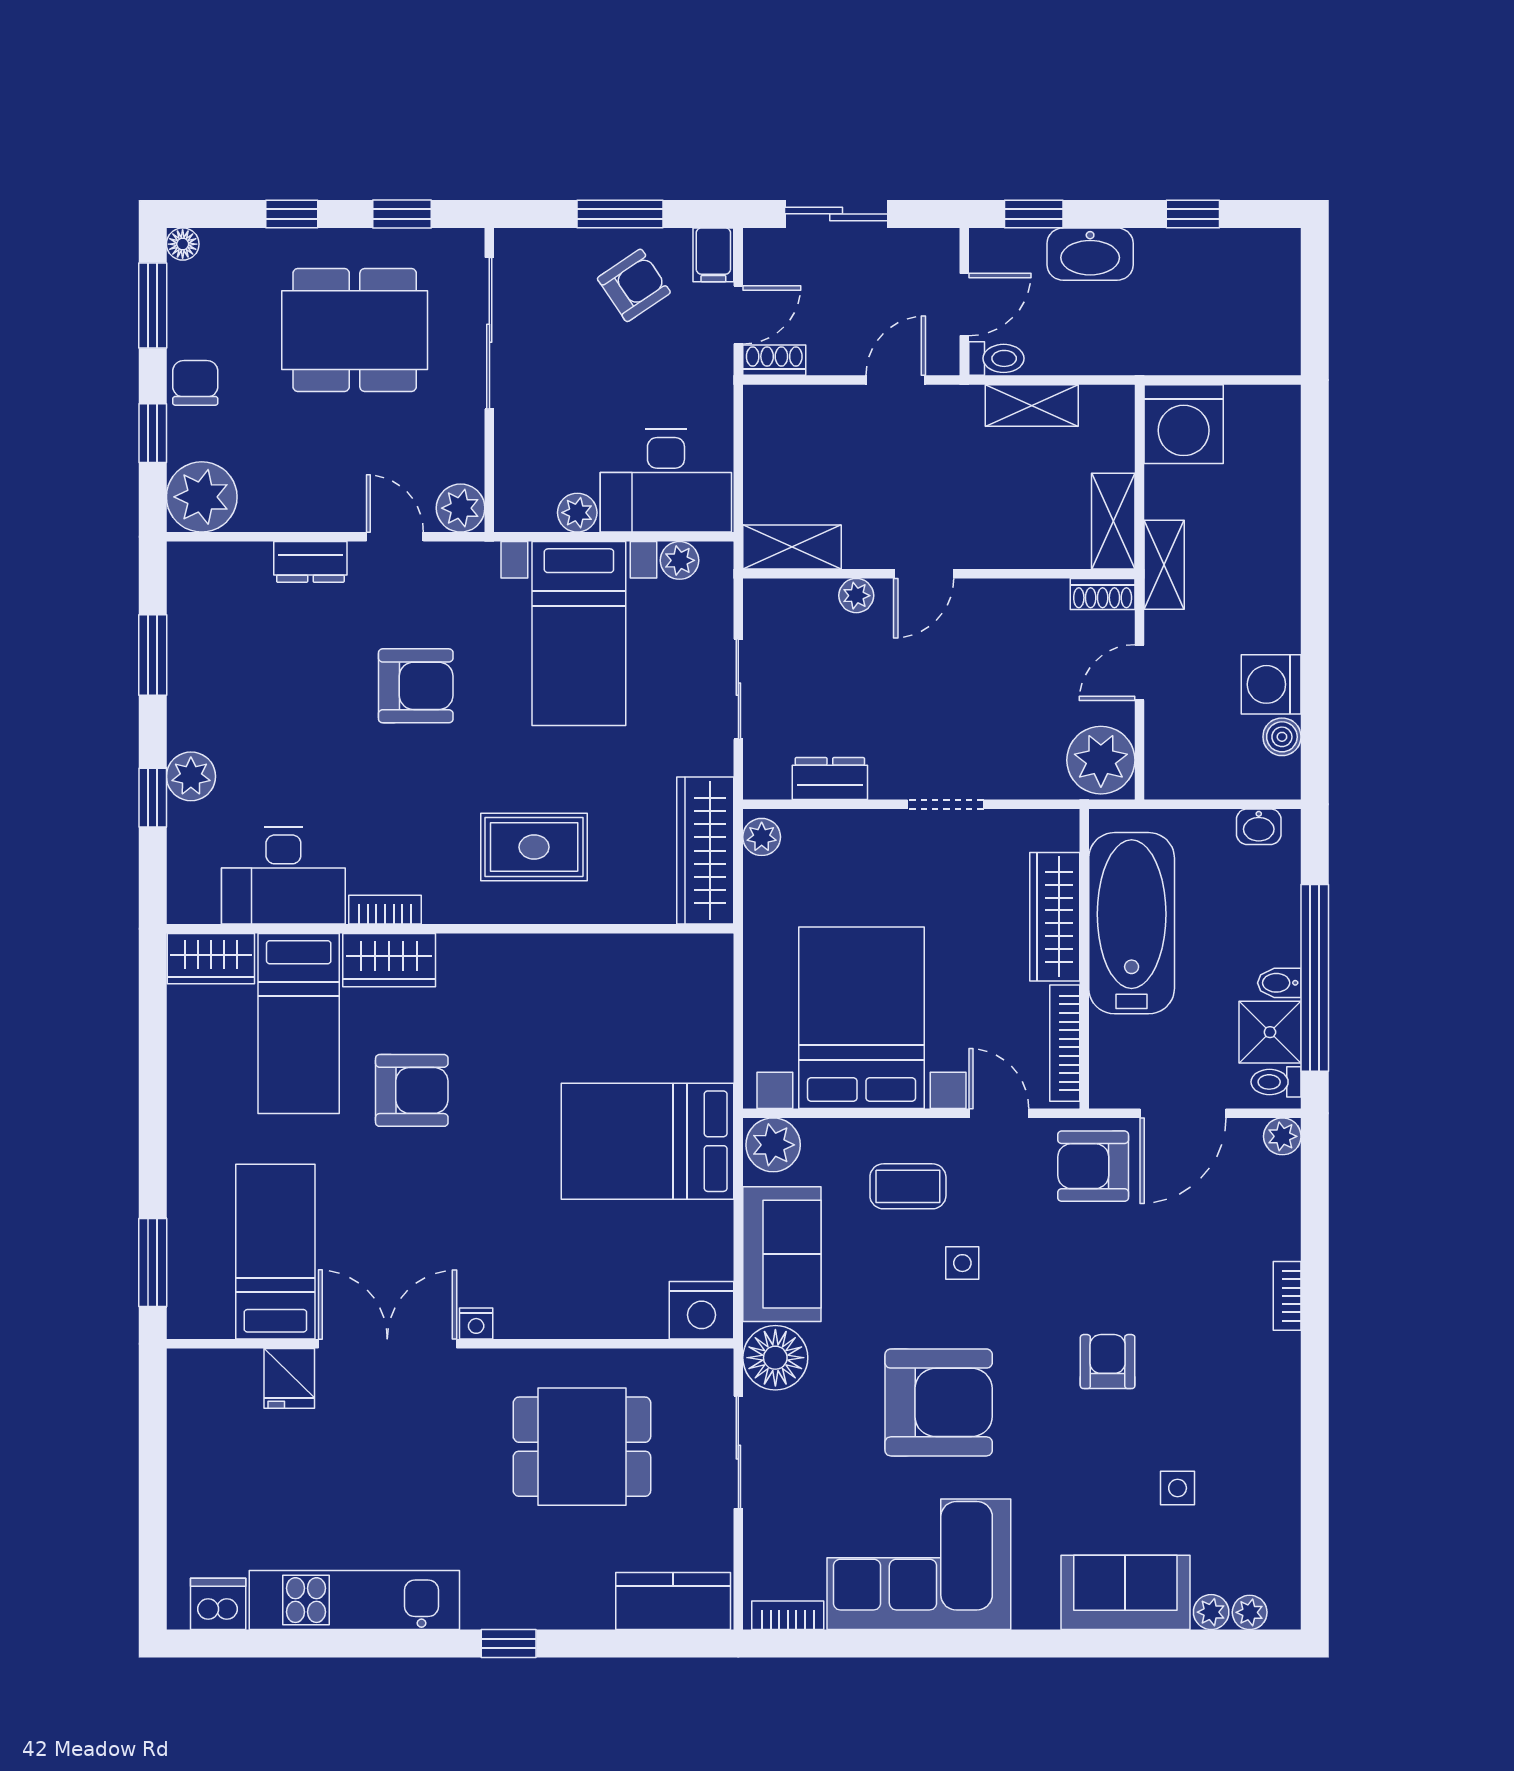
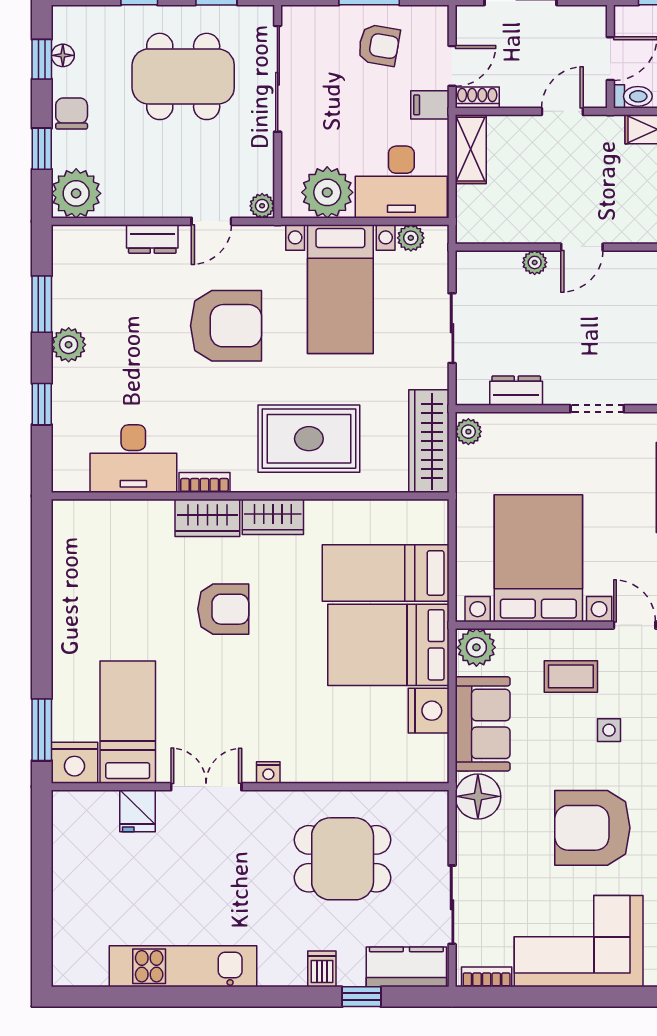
floor lamp: (183, 244) -> (63, 55), moved
filing cabinet: (713, 255) -> (430, 105), moved, turned 90
armchair: (634, 285) -> (379, 45), turned 44
window: (153, 305) -> (42, 59), width x0.67
plant: (461, 508) -> (262, 206), width x0.73, depth x0.73
plant: (577, 513) -> (327, 192), width x1.88, depth x1.88
door: (395, 537) -> (211, 221), swing flipped
shelving: (792, 547) -> (471, 149), moved, turned 90
armchair: (416, 686) -> (226, 326), width x1.36, depth x1.36
plant: (191, 776) -> (69, 345), moved
rug: (534, 847) -> (309, 439), width x1.36, depth x1.43
wardrobe: (211, 959) -> (273, 517), moved
bed: (299, 1024) -> (386, 573), moved, turned 90
nightstand: (199, 1310) -> (74, 763), added
nightstand: (702, 1310) -> (429, 711), moved, turned -90
double door: (387, 1344) -> (206, 787), width x0.73
armchair: (939, 1402) -> (592, 828), turned 180
sliding door: (738, 1452) -> (452, 905), moved
dishwasher: (218, 1604) -> (322, 969), moved, width x0.73
window: (509, 1643) -> (362, 997), moved

